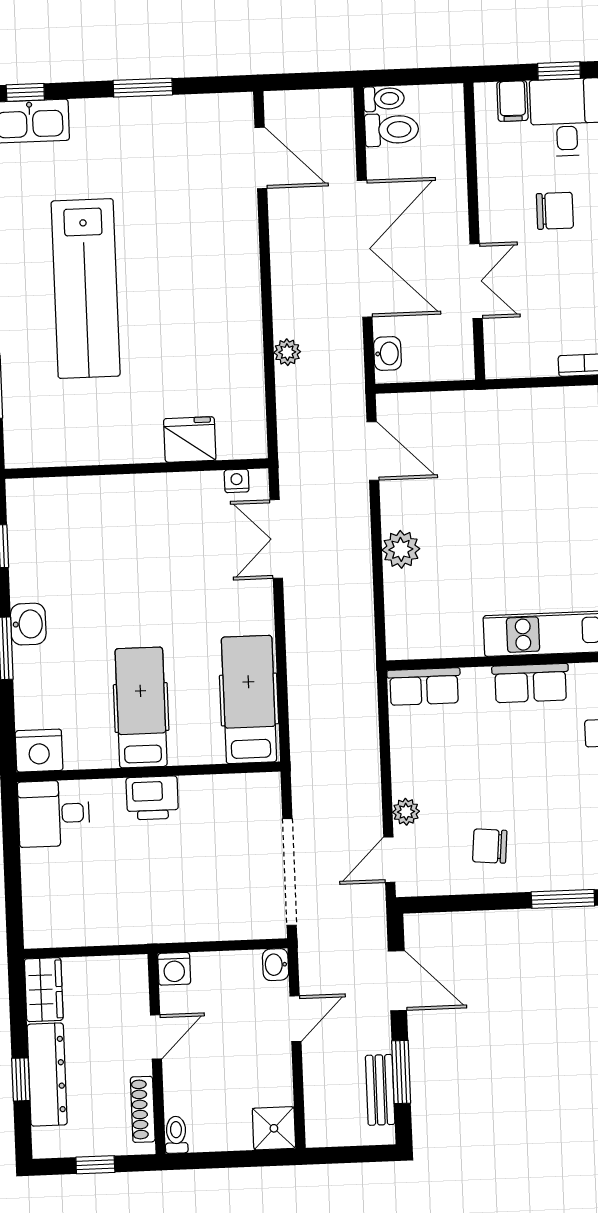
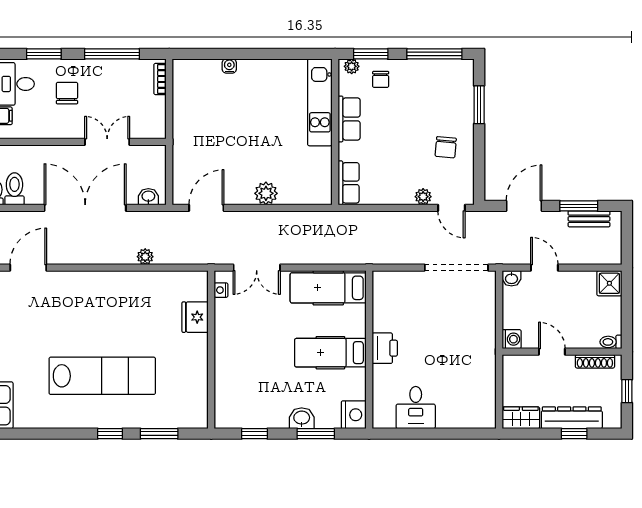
hospital bed: (249, 700) -> (328, 288), moved
hospital bed: (141, 708) -> (330, 353), moved
nightstand: (39, 751) -> (354, 415), moved
wall: (149, 772) -> (369, 350), moved
printer: (152, 798) -> (385, 348), moved

